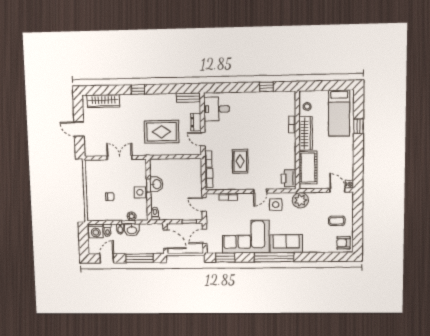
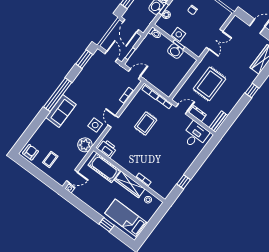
rug: (240, 161) -> (146, 124), turned 90
corner sofa: (246, 237) -> (88, 86), removed
door: (165, 239) -> (131, 26), hinge flipped

